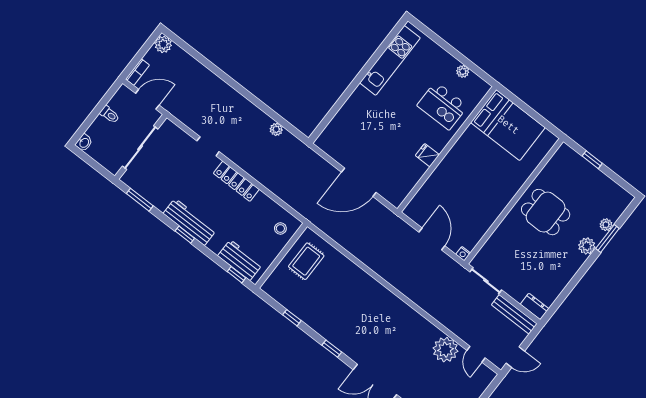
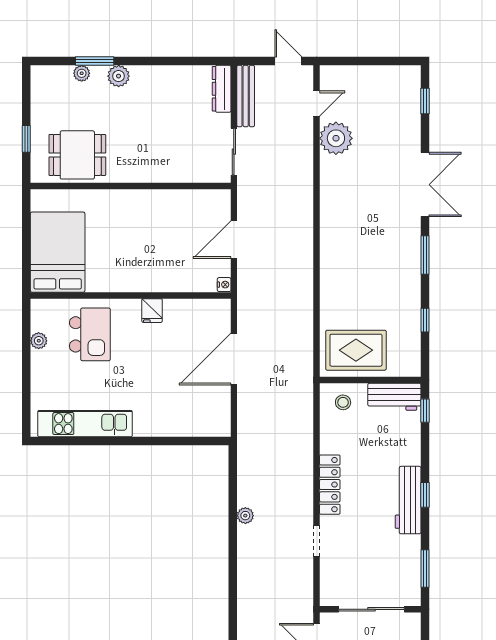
plant: (276, 129) -> (245, 516), moved
door: (359, 182) -> (234, 359), swing flipped
dining table: (546, 212) -> (77, 155), moved, turned 90
nightstand: (463, 254) -> (224, 285), moved
workbench: (240, 260) -> (394, 397), moved, turned -90
rug: (306, 261) -> (356, 350), width x1.36, depth x1.43
dresser: (535, 306) -> (222, 89), width x1.44
window: (332, 349) -> (425, 255), width x1.50

